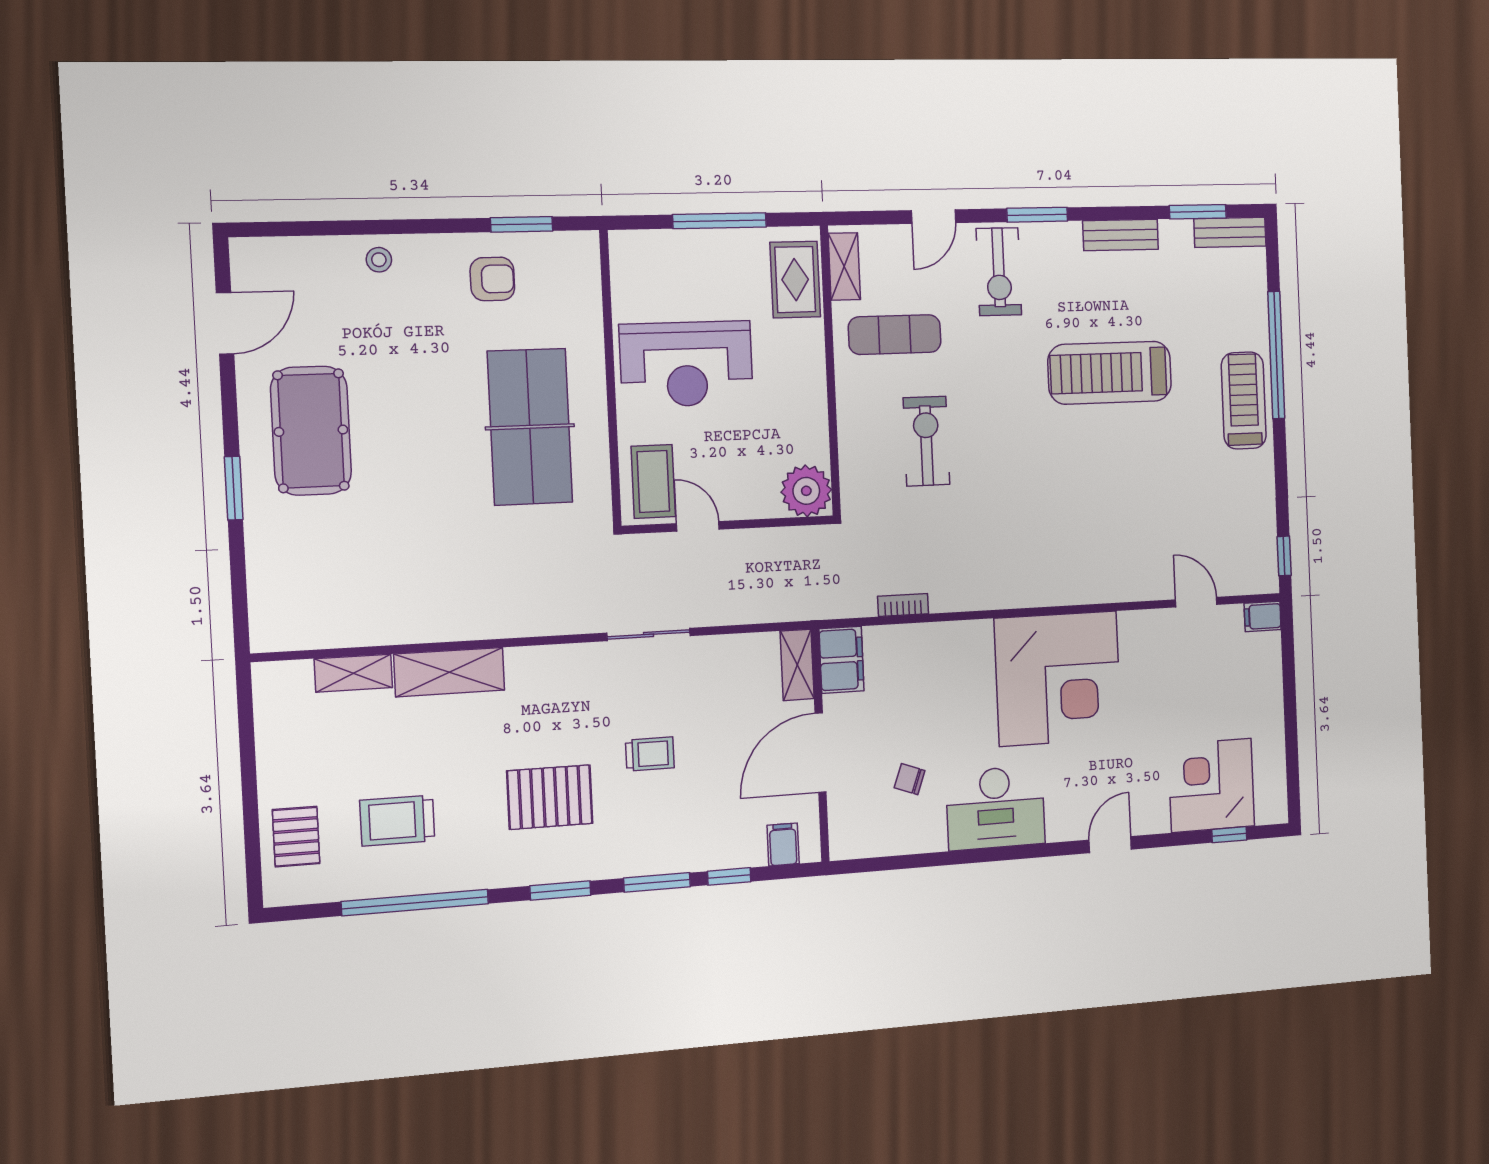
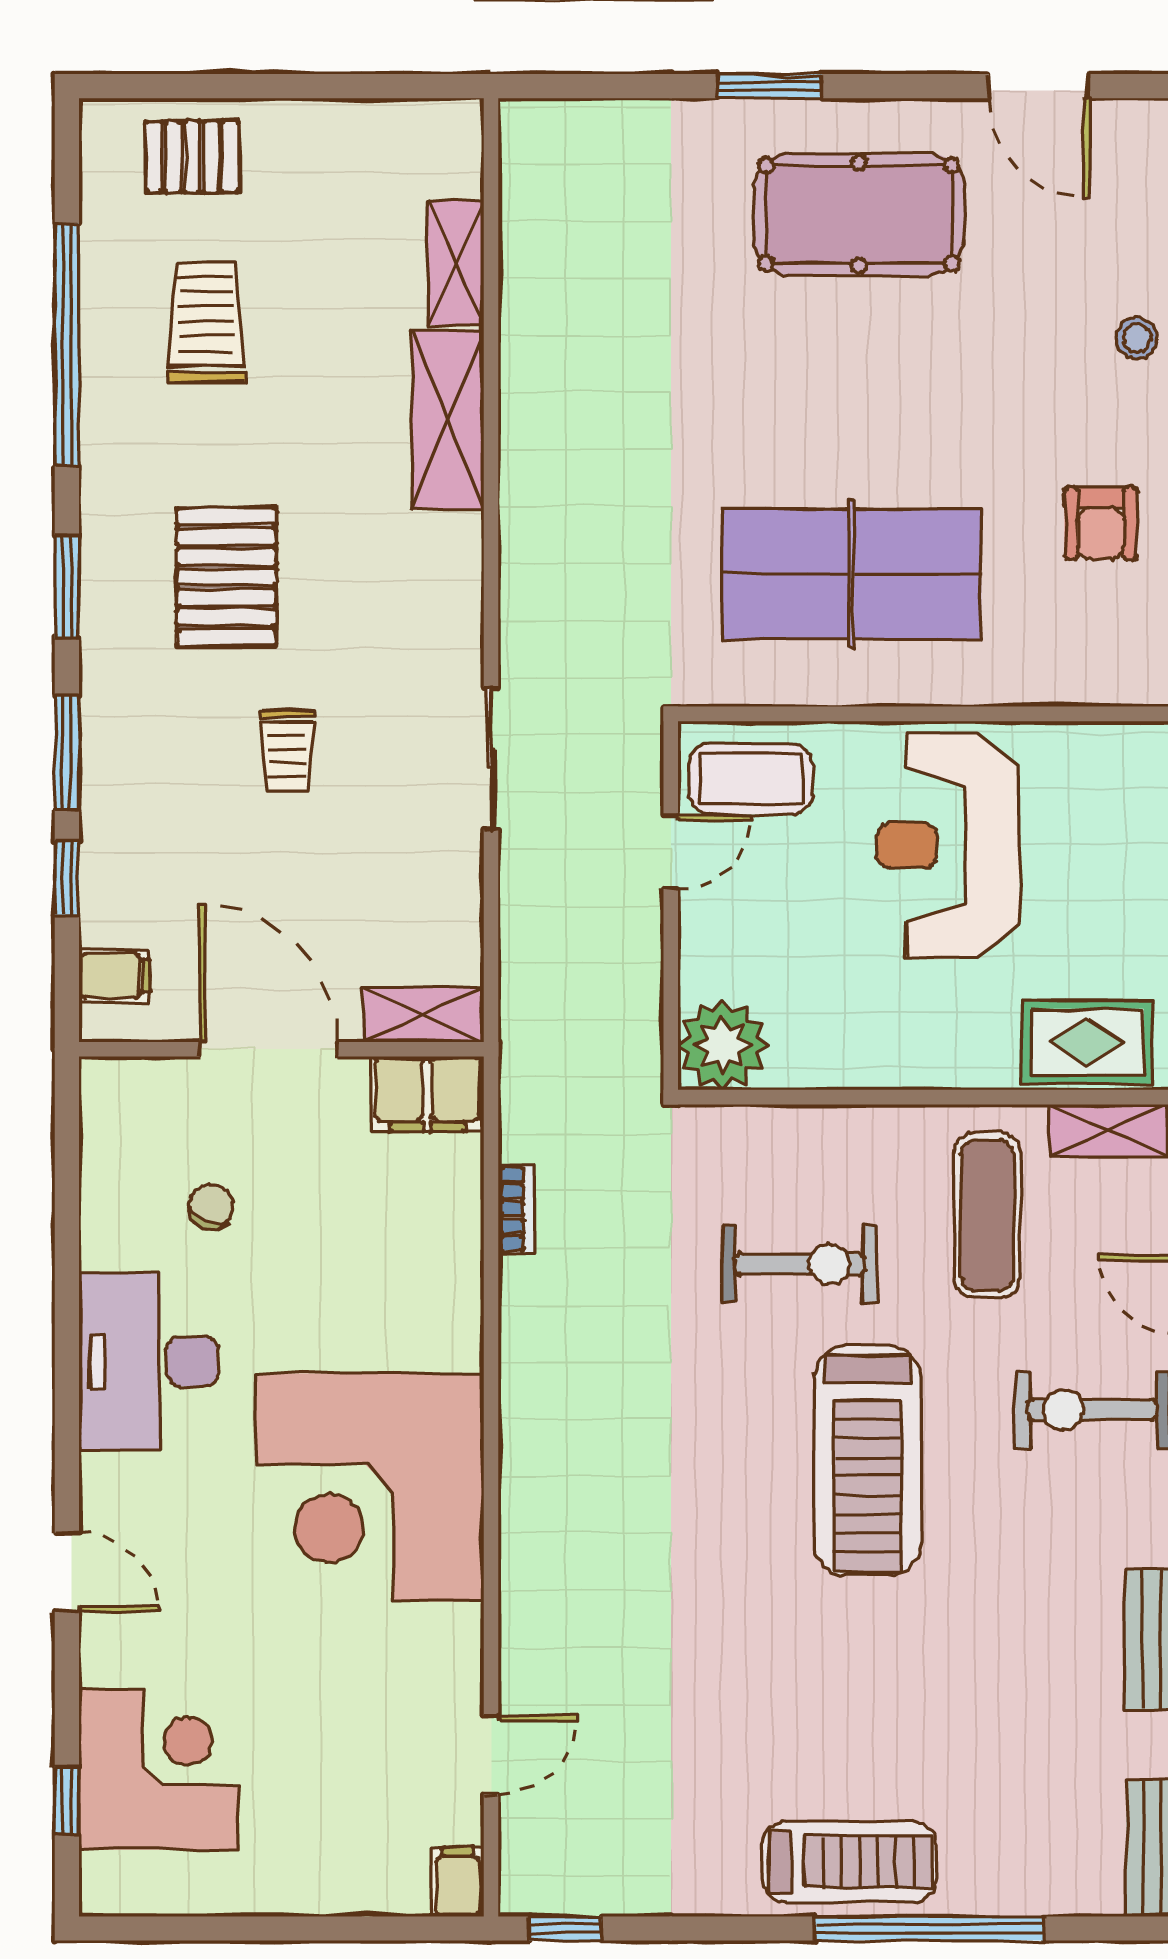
treadmill: (1110, 373) -> (868, 1460), moved, turned 180

